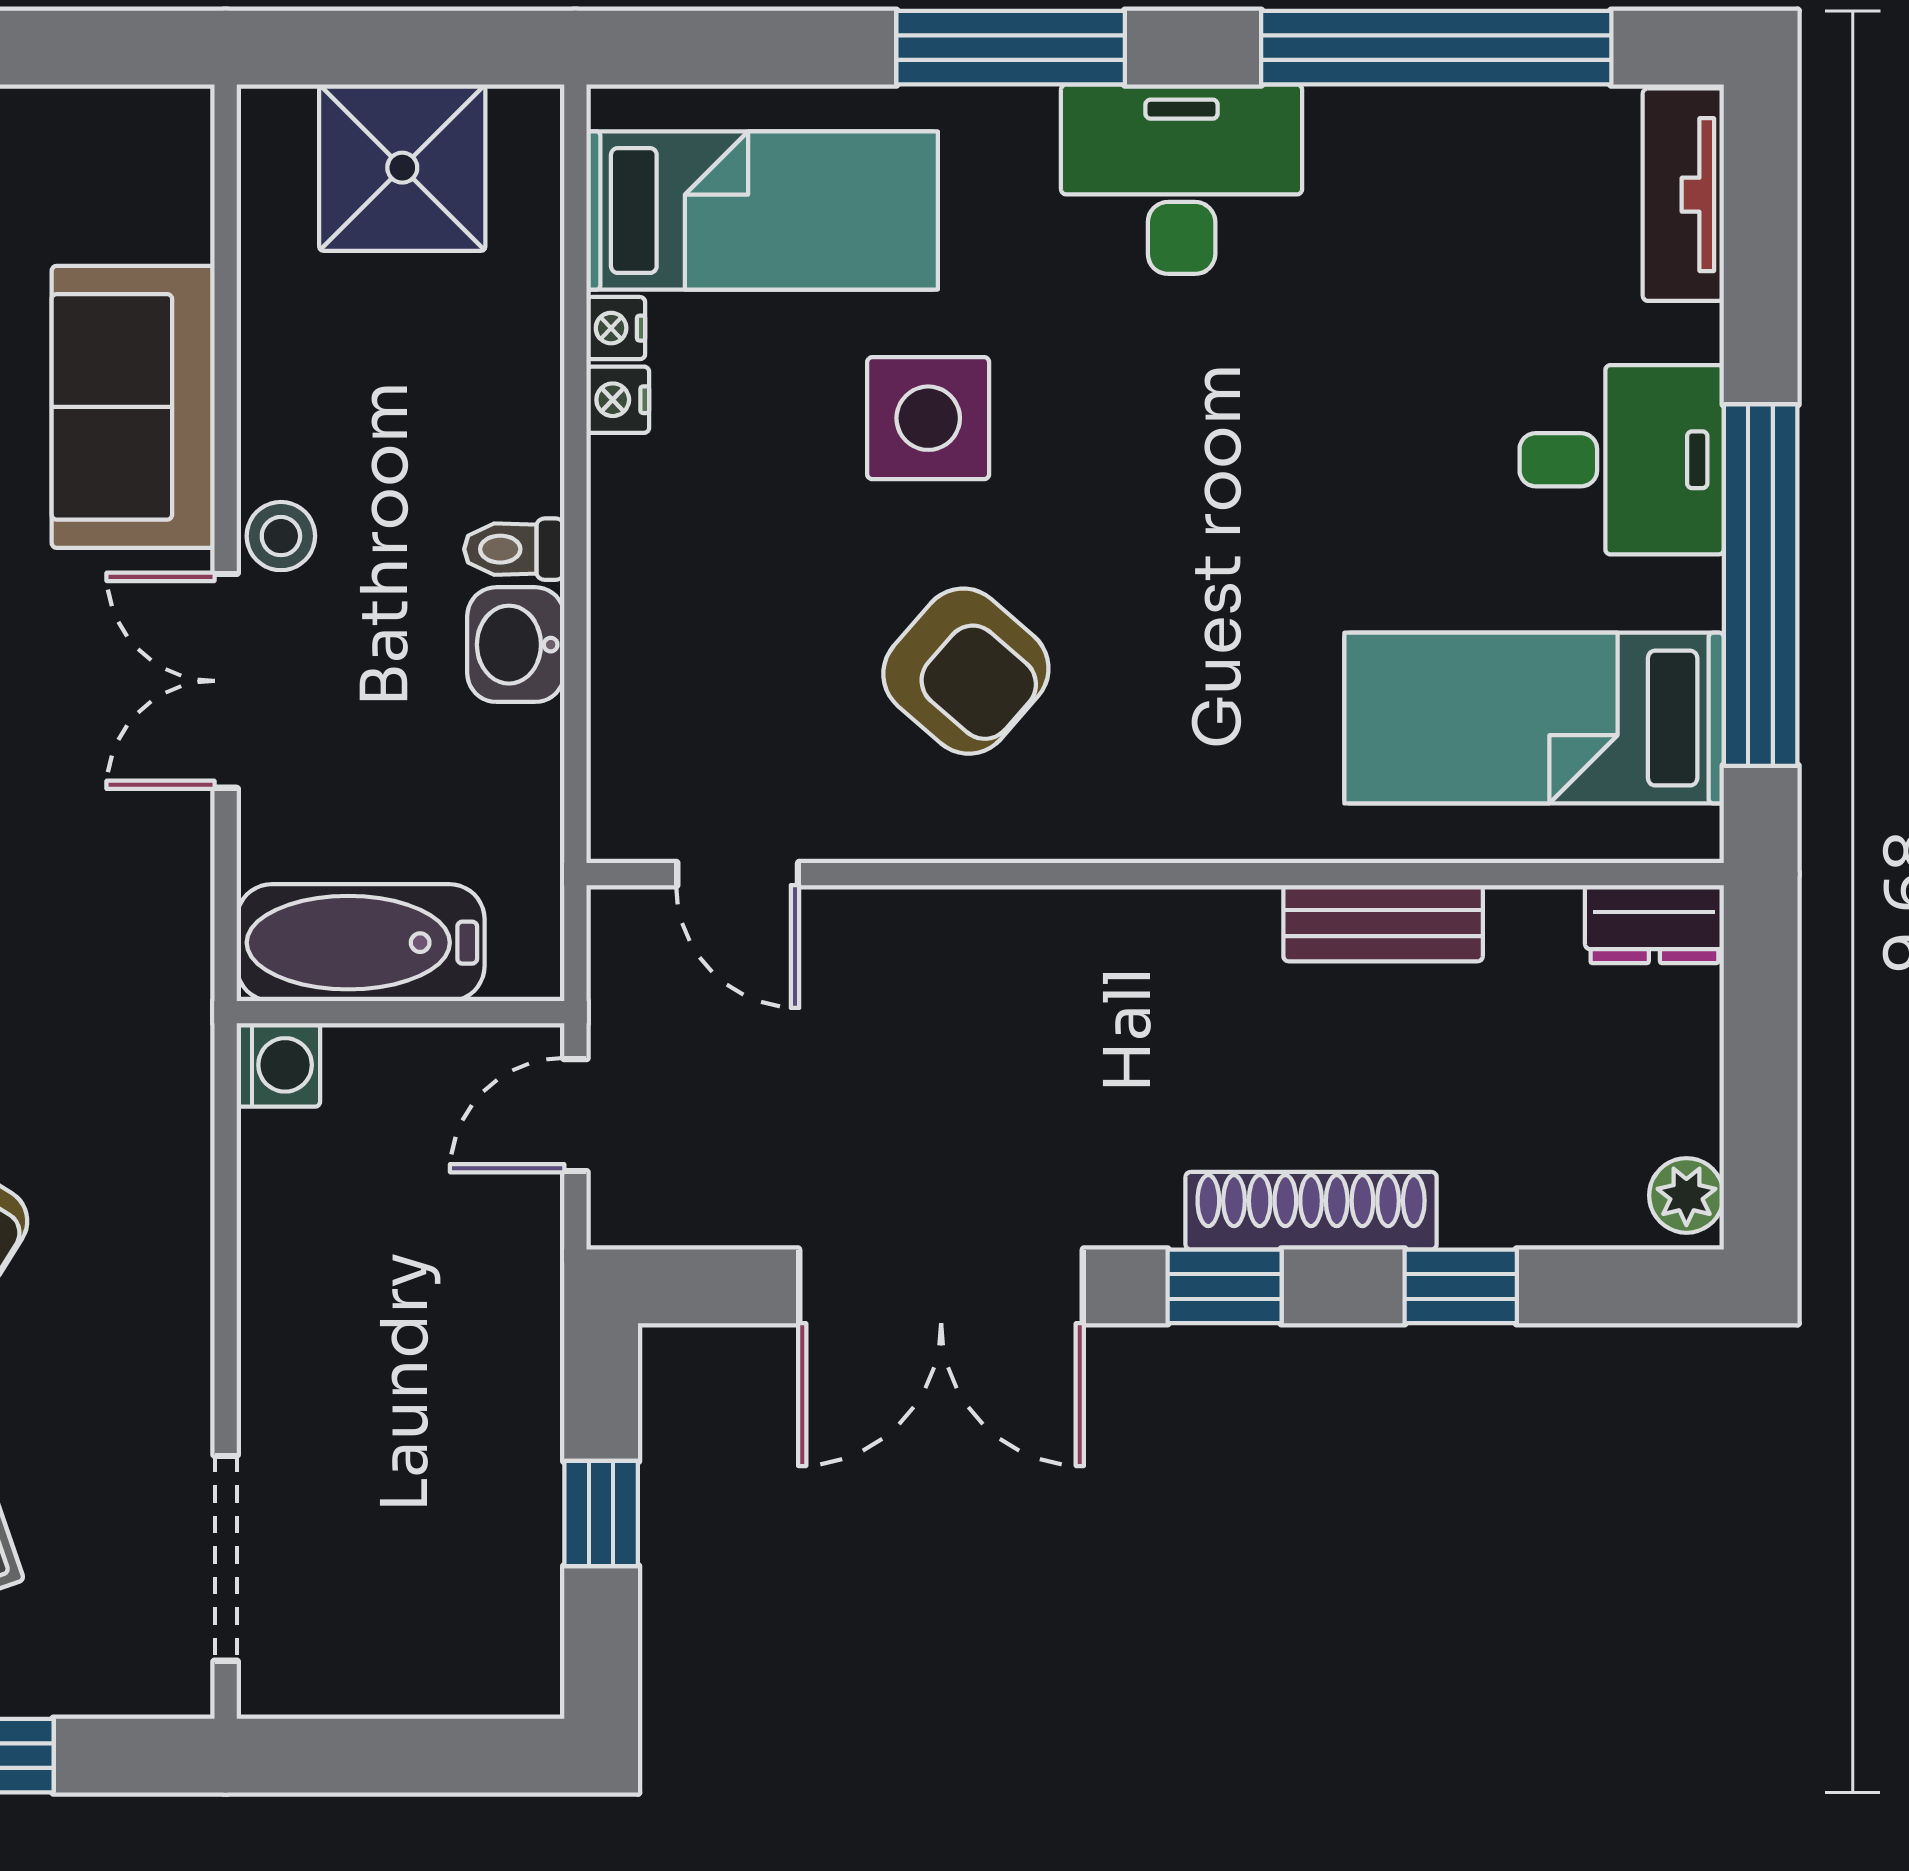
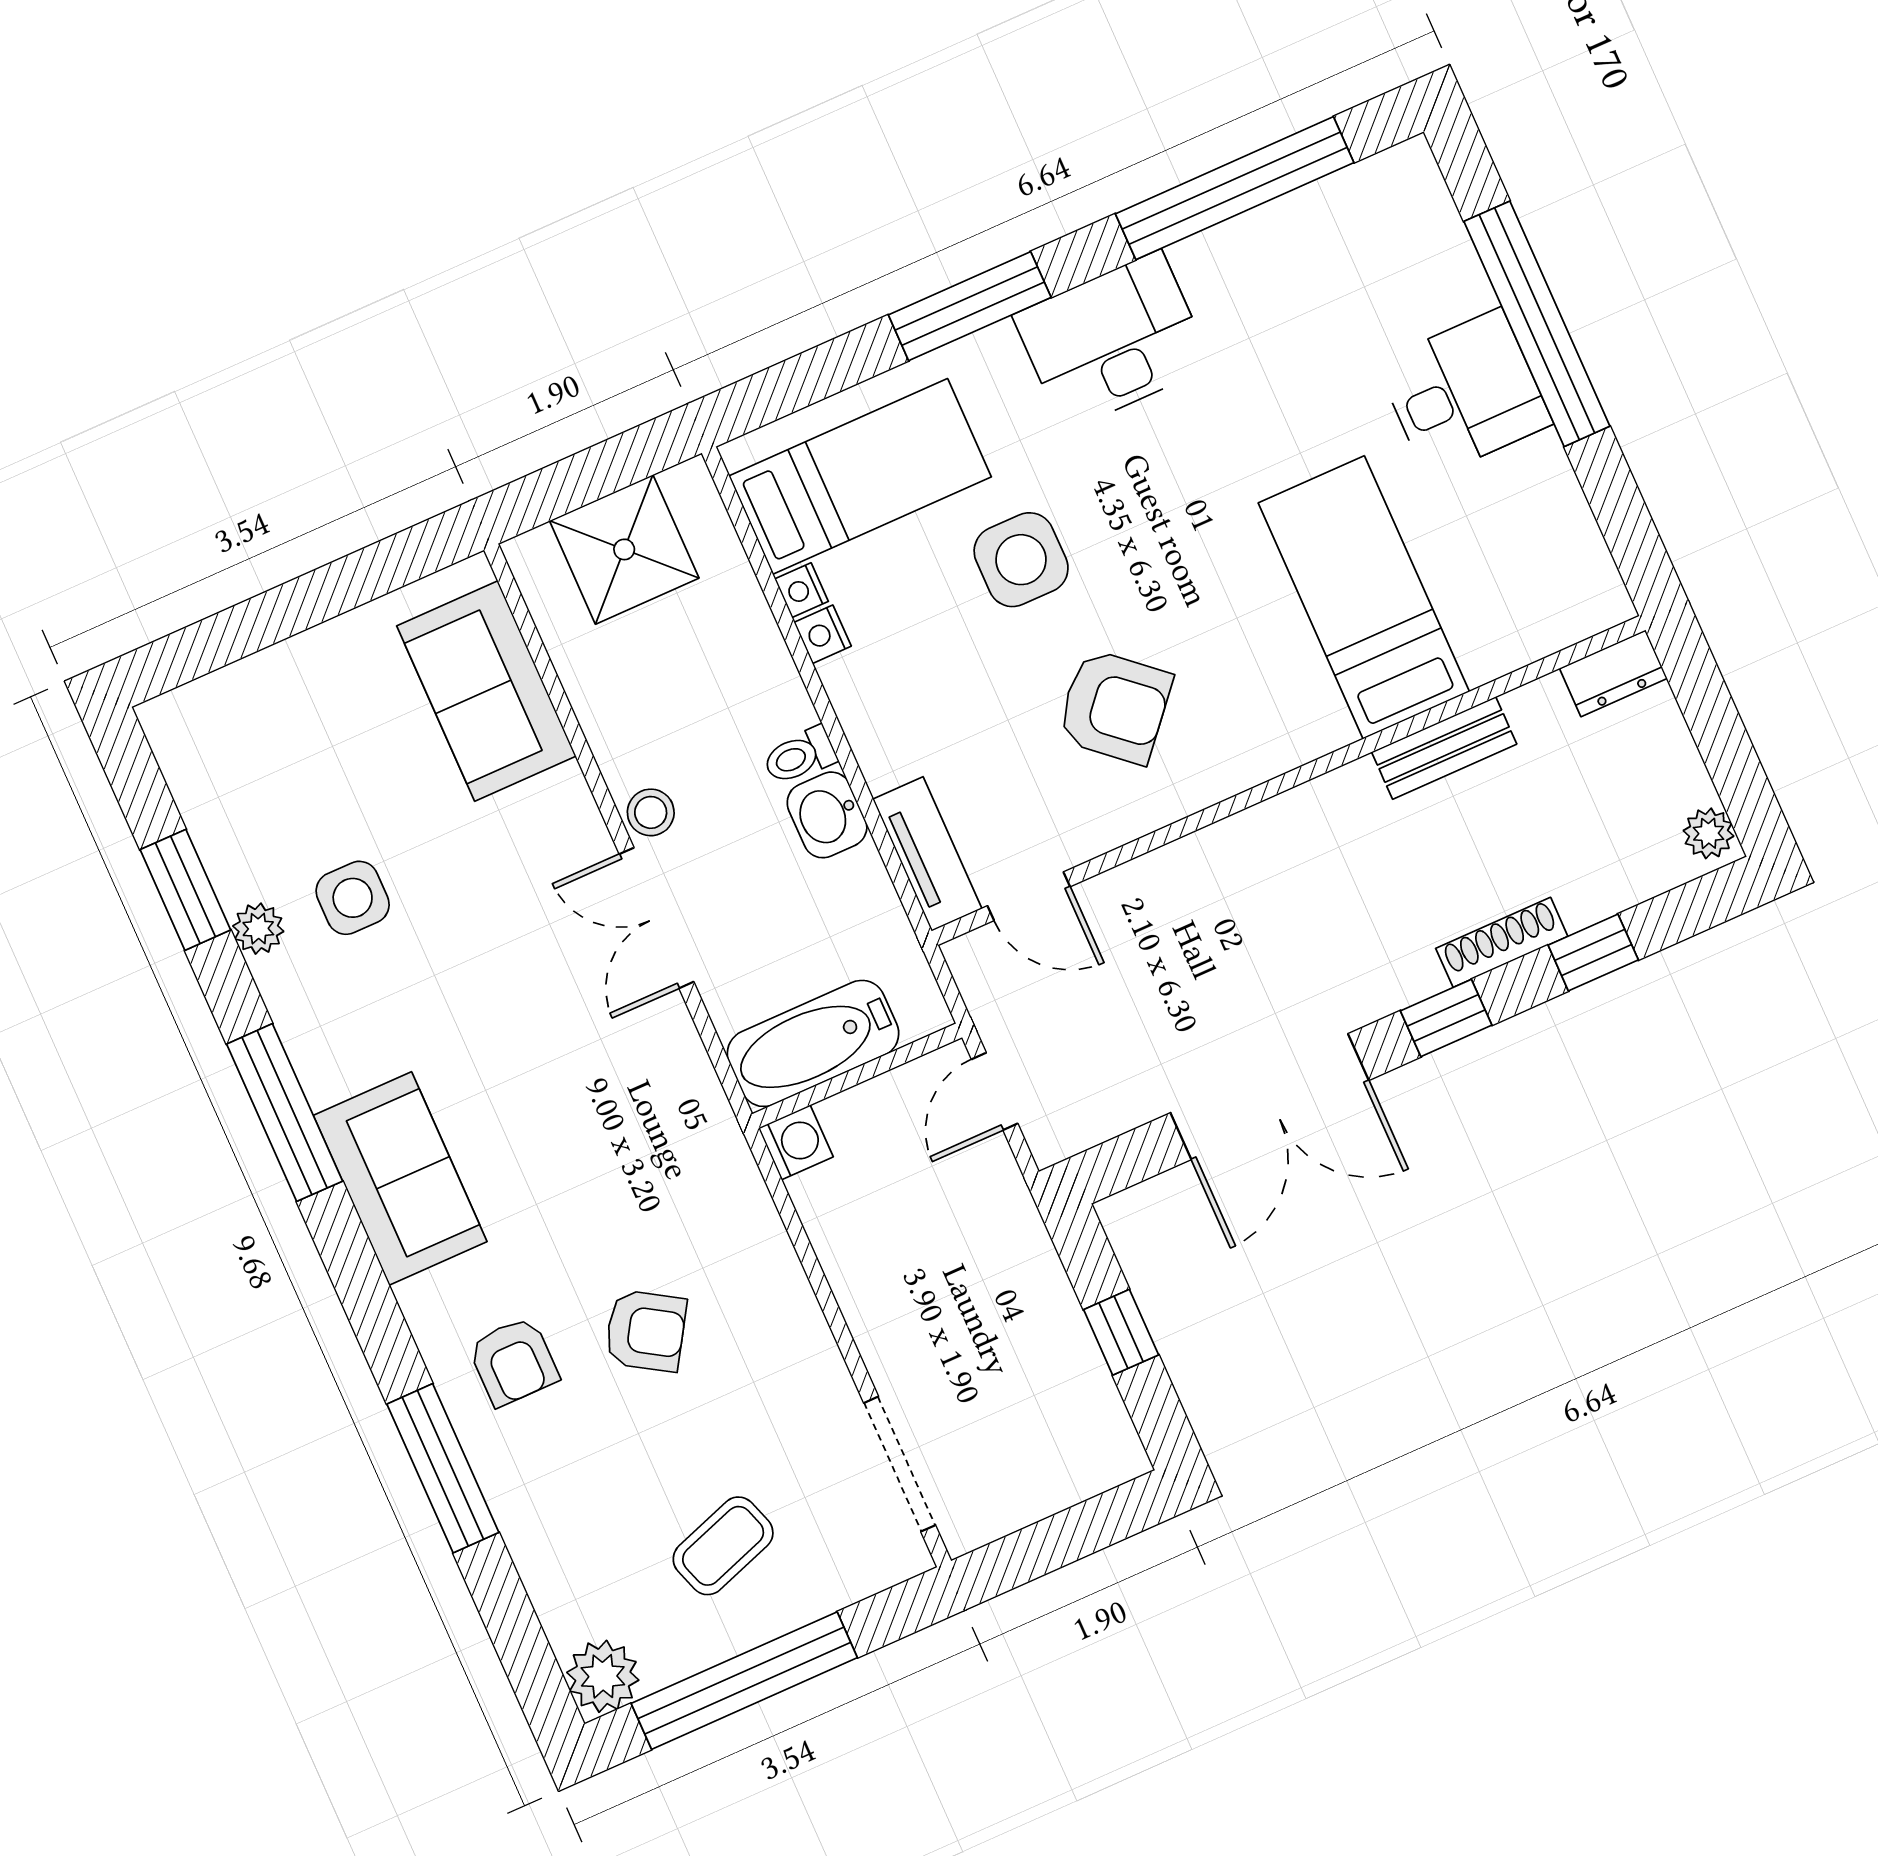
tv unit: (1683, 195) -> (927, 854), moved, turned 180
sofa: (133, 407) -> (486, 691), moved
window: (1761, 585) -> (1537, 324), moved
bed: (1534, 718) -> (1364, 597), moved, turned 90
shoe rack: (1311, 1211) -> (1502, 942), width x0.74, depth x0.81

